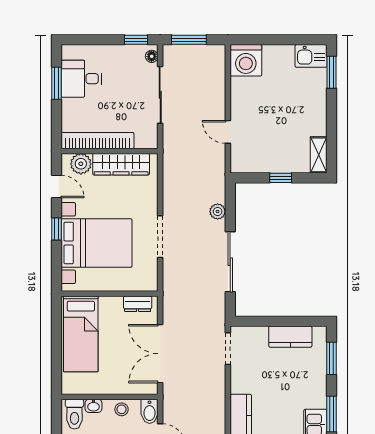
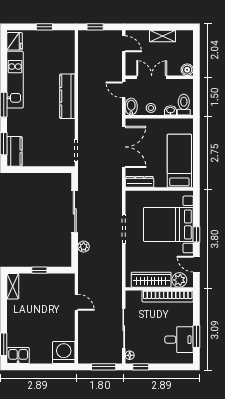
dresser: (138, 304) -> (140, 182), width x1.44
kitchen counter: (290, 337) -> (14, 151), moved, turned 90

